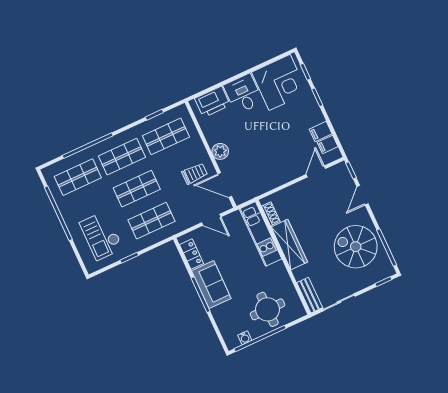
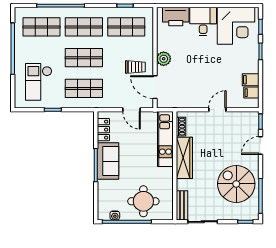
door: (316, 172) -> (217, 110), moved

